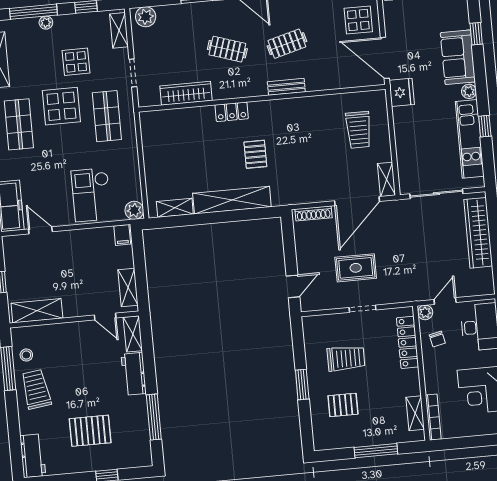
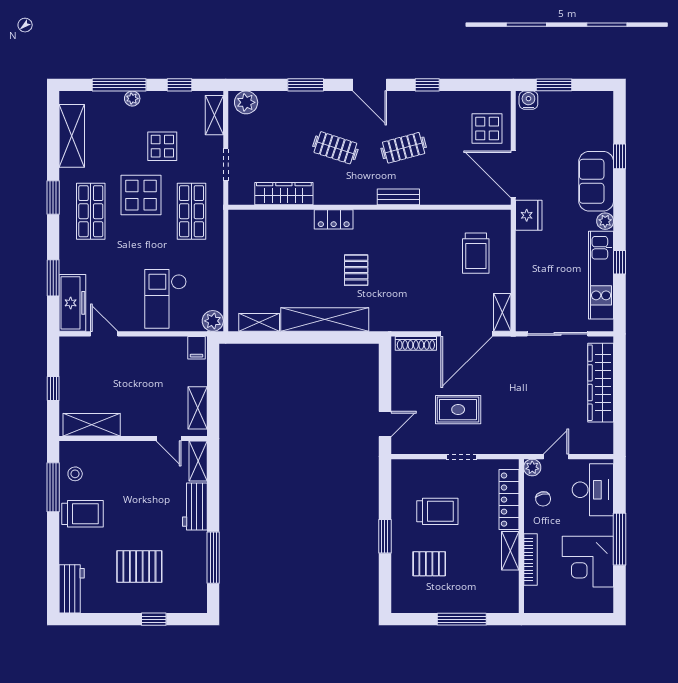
trolley: (36, 389) -> (83, 514), turned 98
shelving: (415, 413) -> (510, 551), moved
bookcase: (433, 417) -> (530, 560), moved

